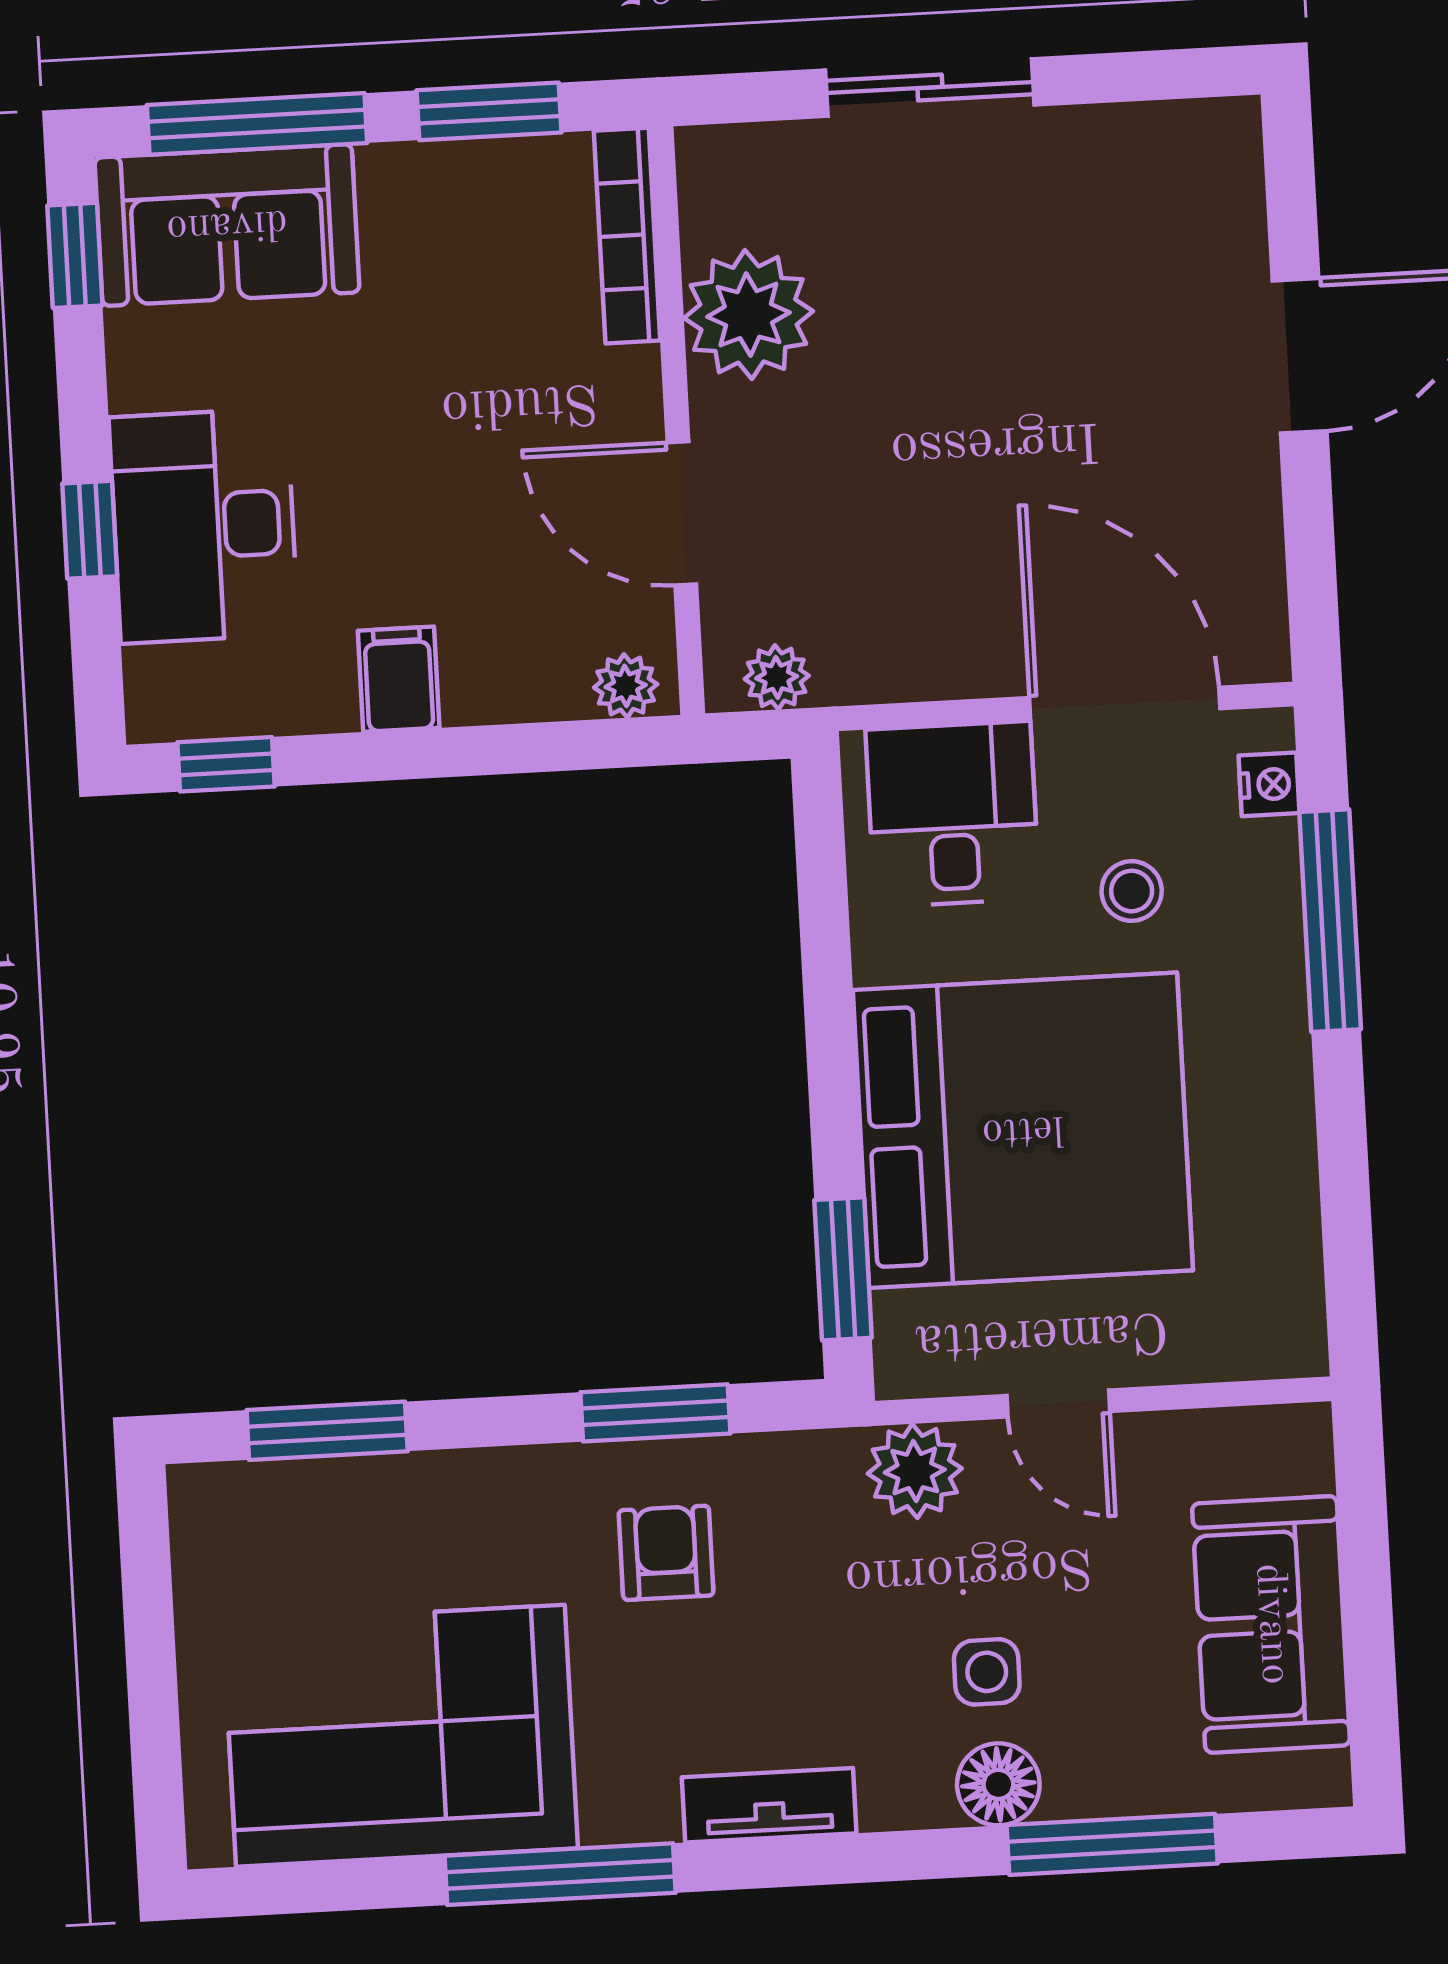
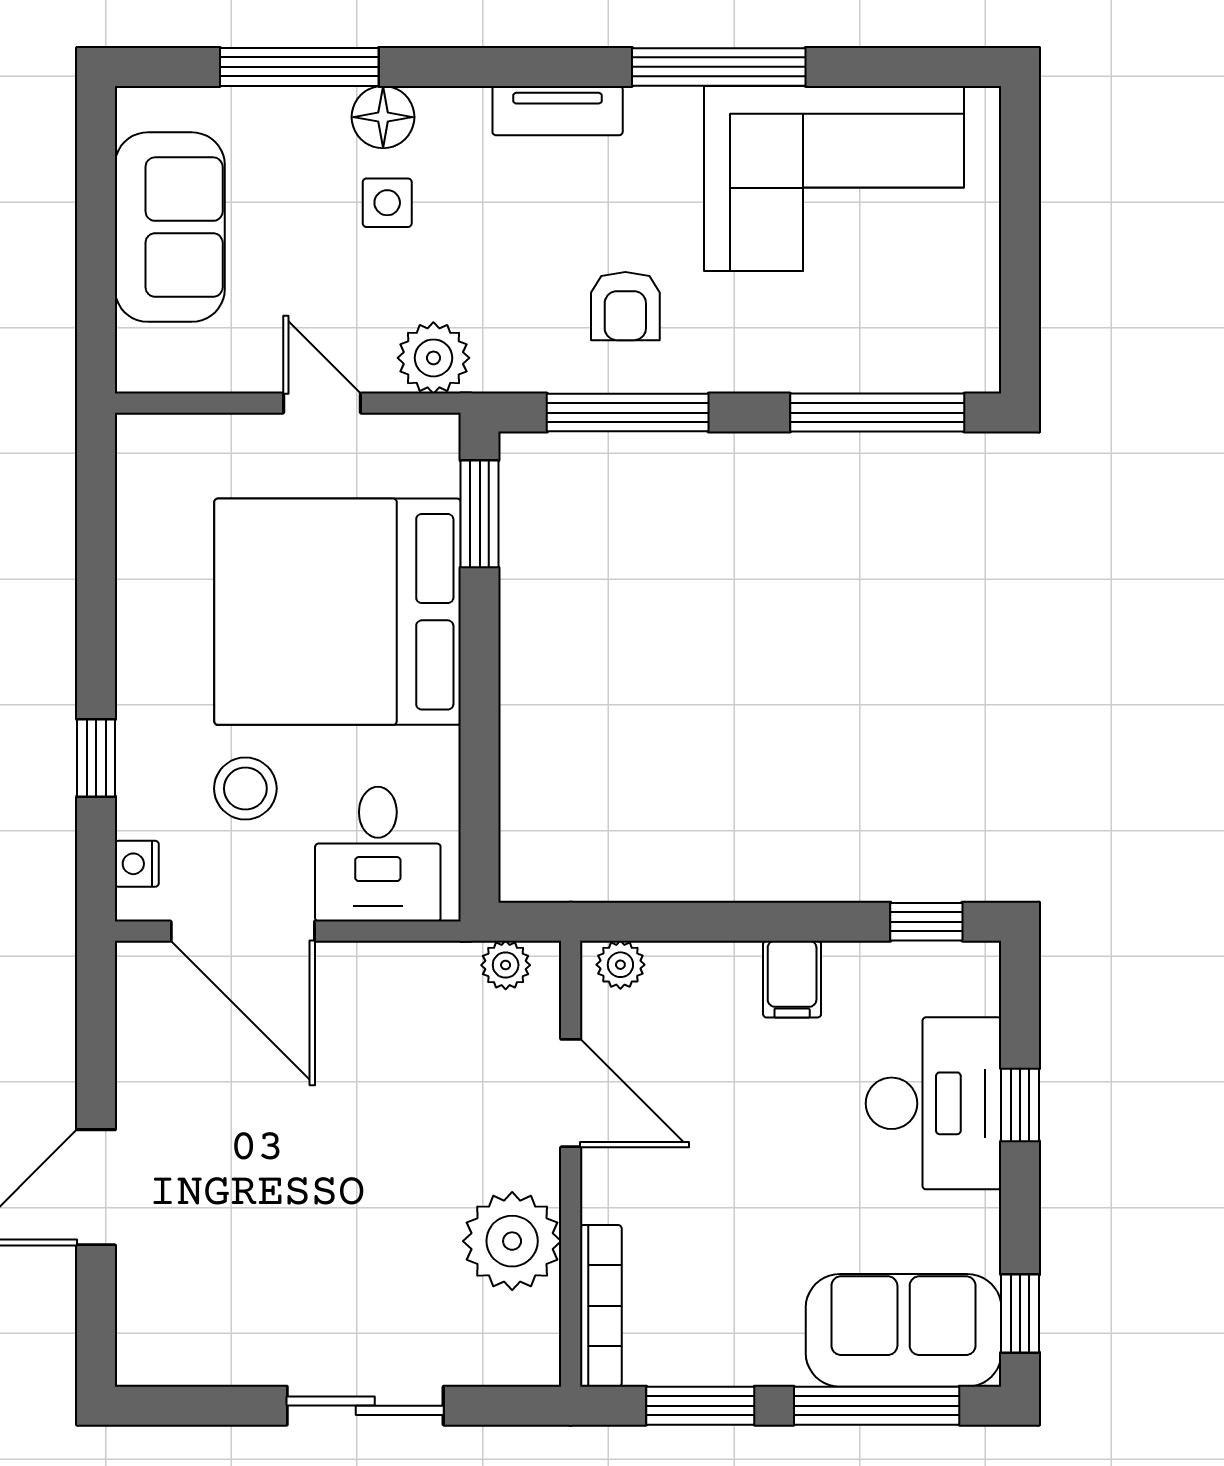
stool: (1132, 891) -> (245, 789), width x1.37, depth x1.37
window: (1330, 921) -> (96, 758), width x0.46
window: (655, 1413) -> (628, 413), width x1.44
window: (327, 1431) -> (877, 413), width x1.44

